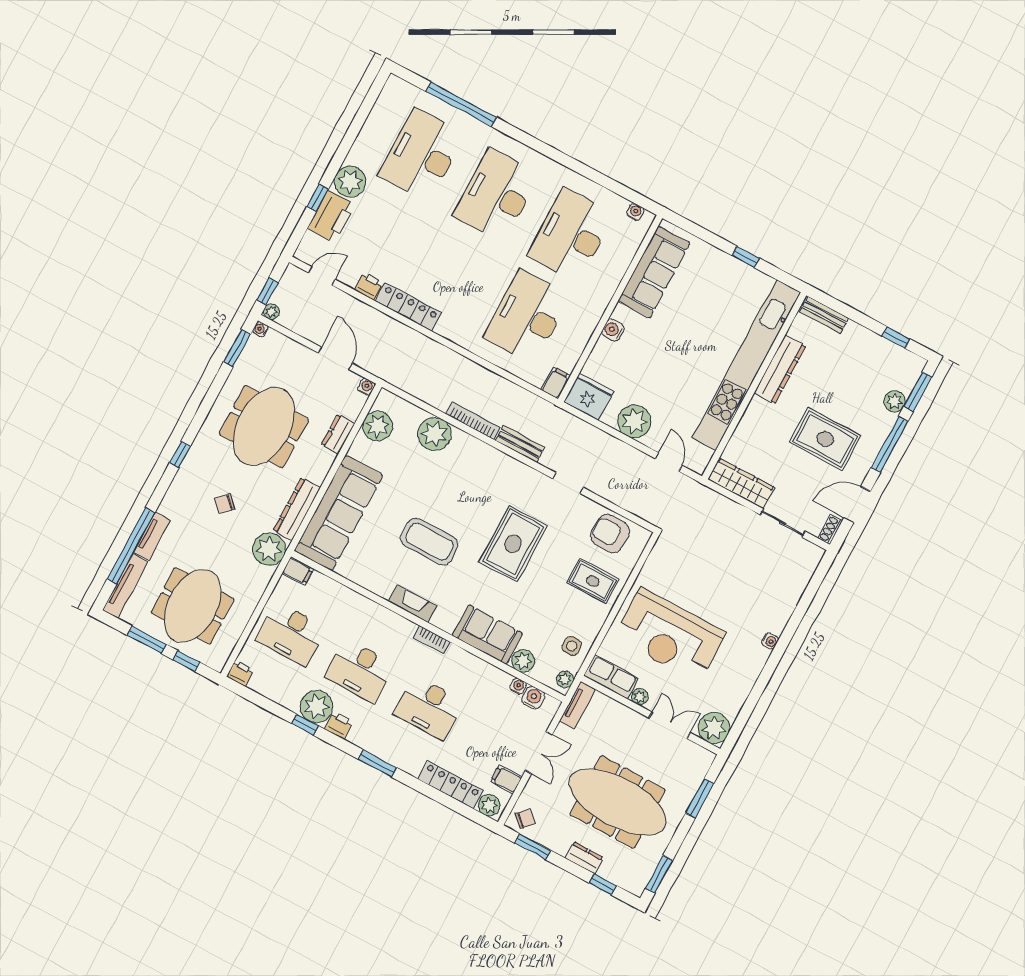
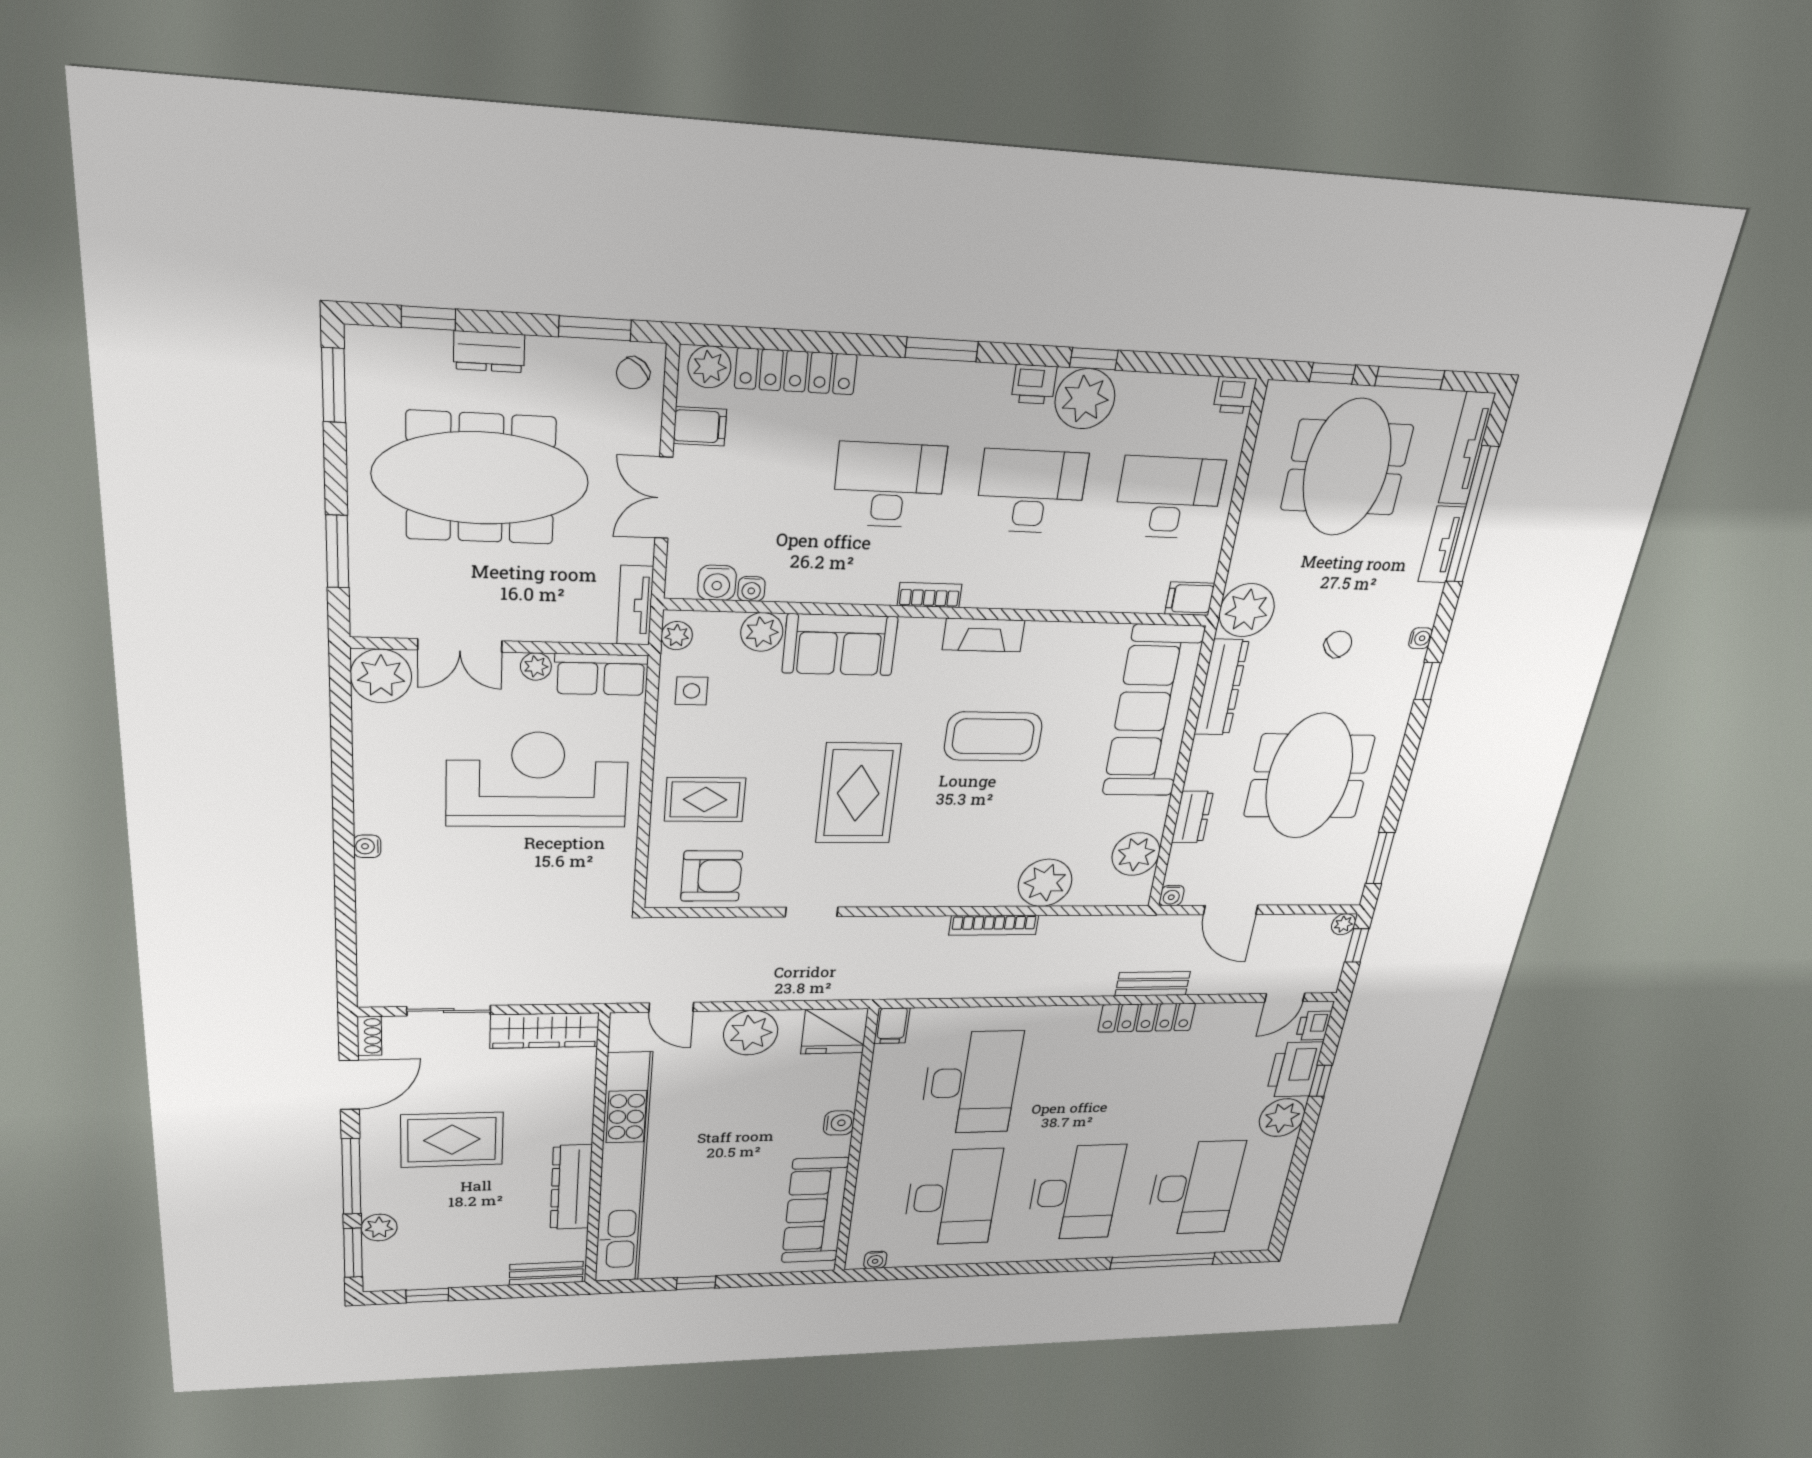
printer: (369, 286) -> (1314, 1026), moved, turned 90
water cooler: (260, 329) -> (1420, 638), moved
bench: (520, 444) -> (1153, 984), moved

